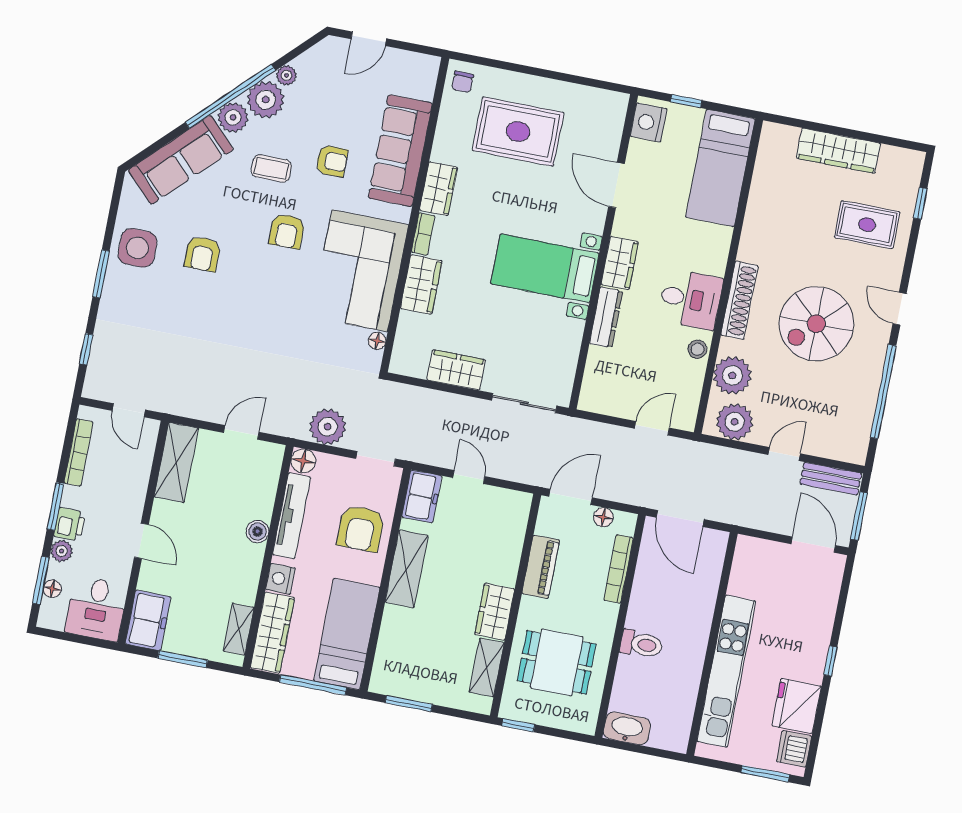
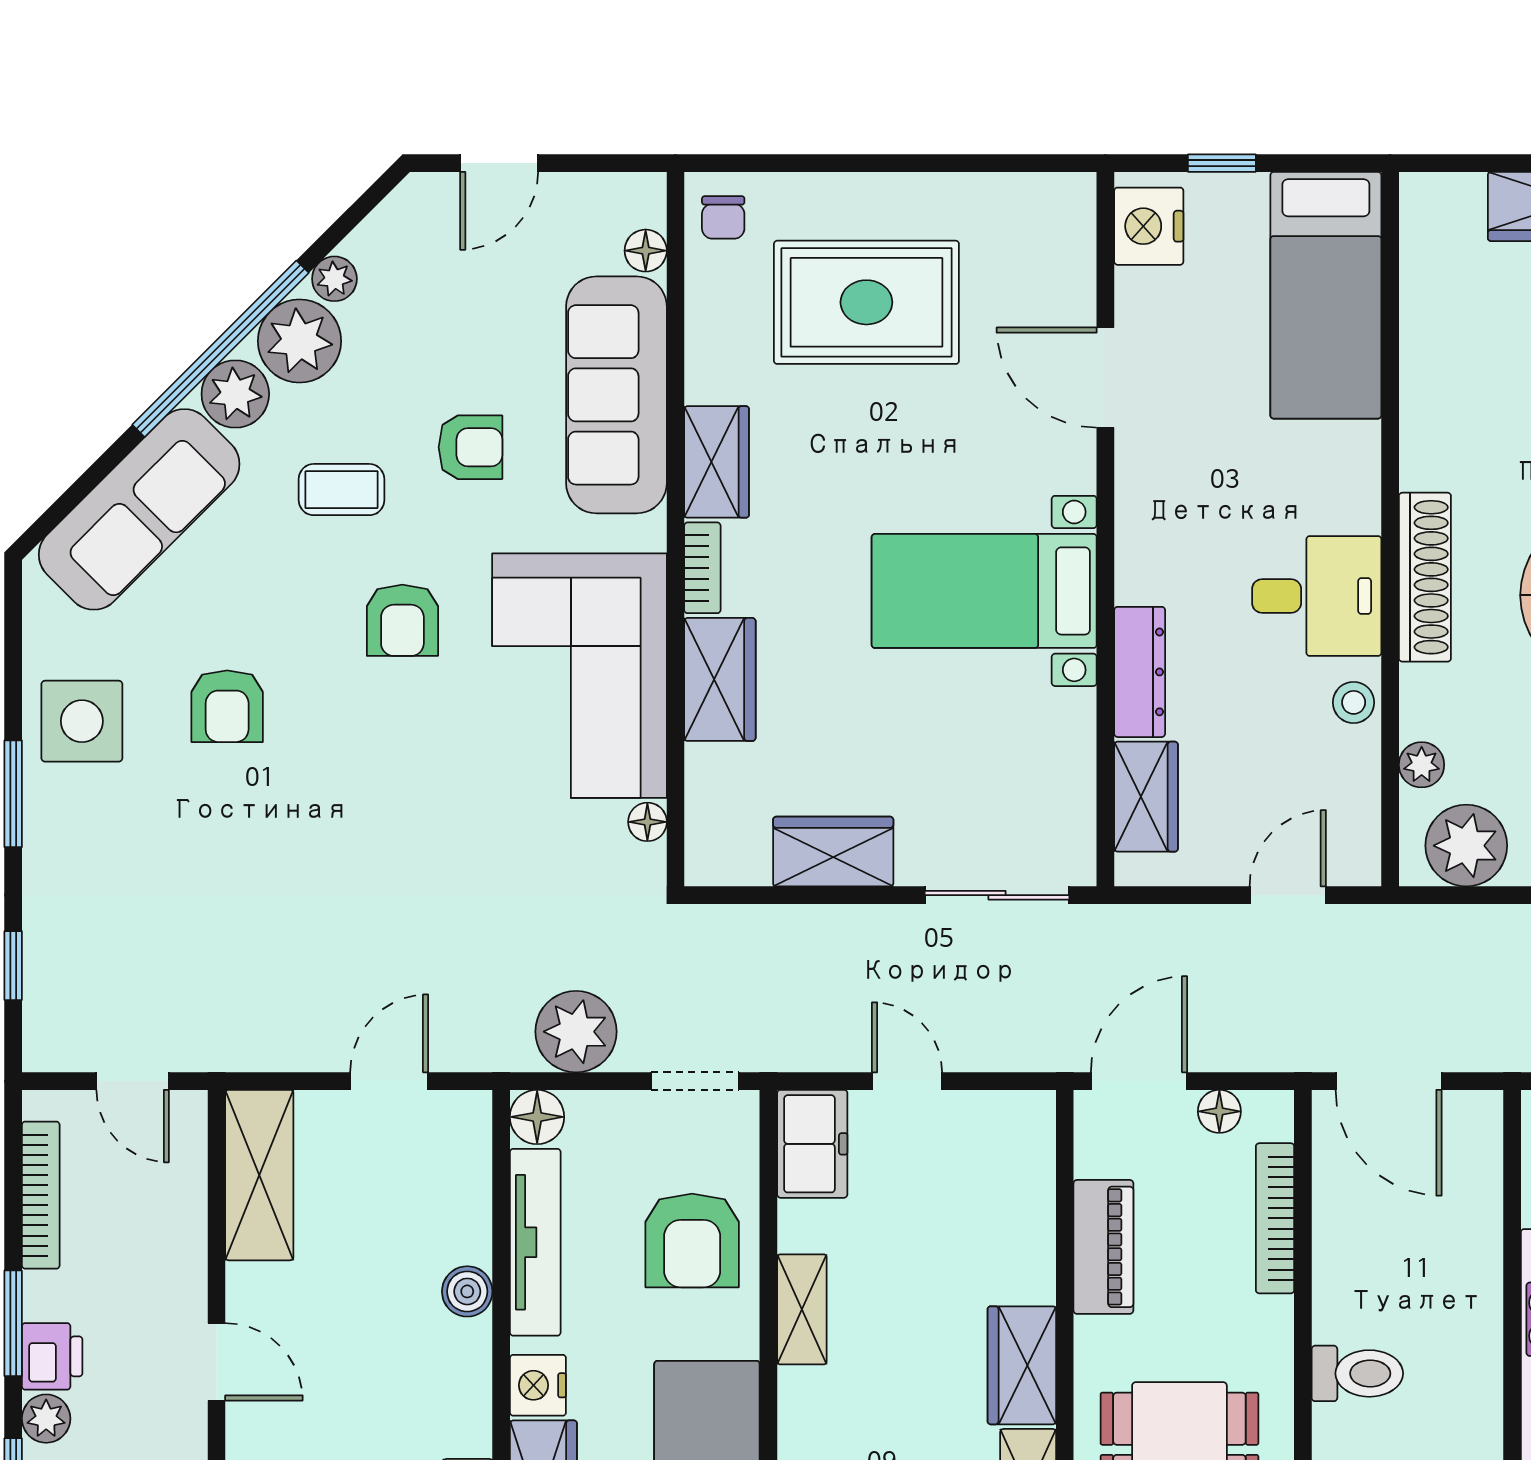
floor lamp: (426, 90) -> (646, 251), added
wardrobe: (620, 263) -> (1146, 797), moved
plant: (732, 375) -> (1422, 765), width x0.53, depth x0.53
shelving: (407, 569) -> (802, 1309), width x0.67, depth x0.75

